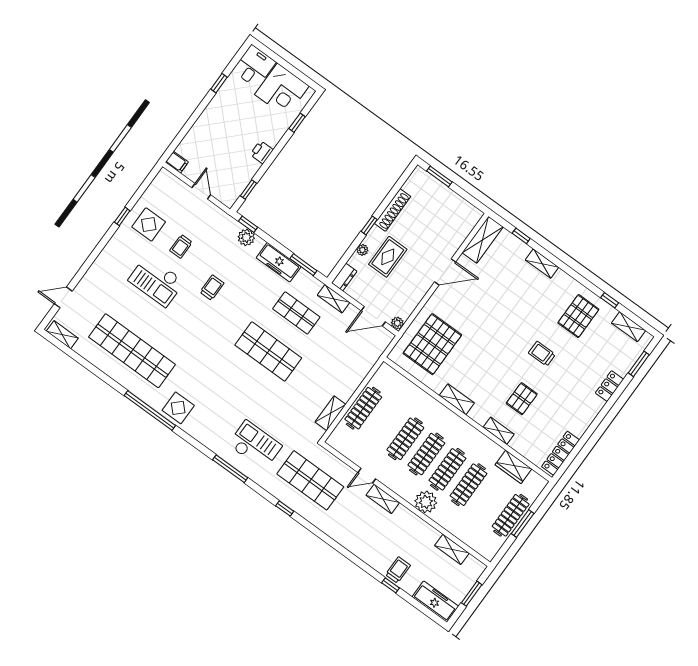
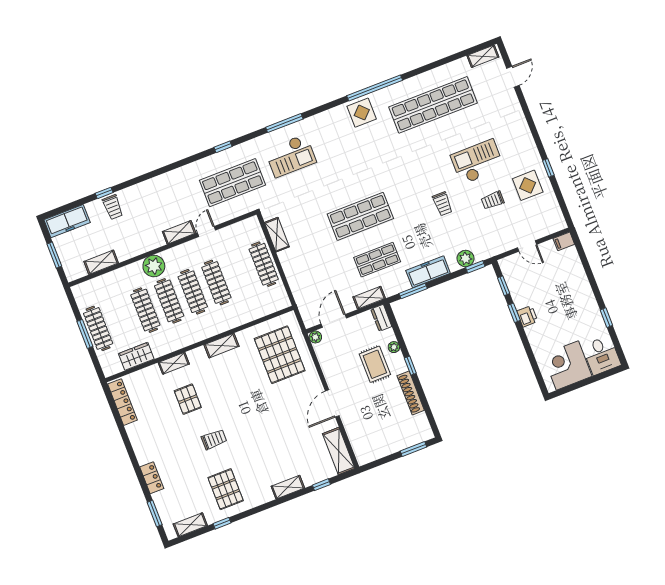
window: (297, 123) -> (514, 313), moved
trolley: (181, 246) -> (493, 200), turned -90

